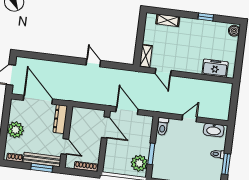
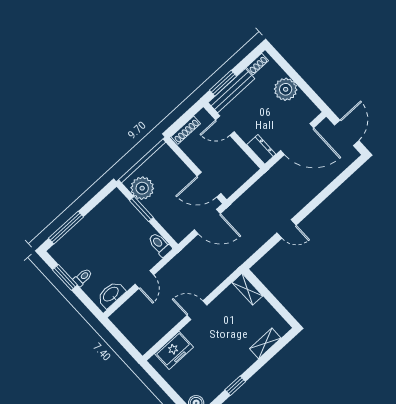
door: (163, 72) -> (197, 310), moved
dresser: (60, 119) -> (261, 149), width x0.70

